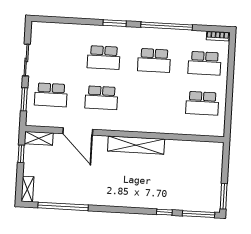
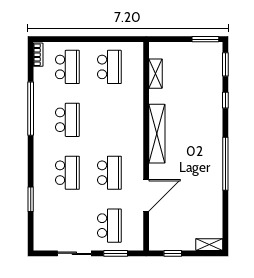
window: (115, 23) -> (31, 199), moved
shelving: (39, 138) -> (156, 74), moved
window: (63, 206) -> (225, 164), moved
window: (199, 214) -> (225, 64), width x0.69

